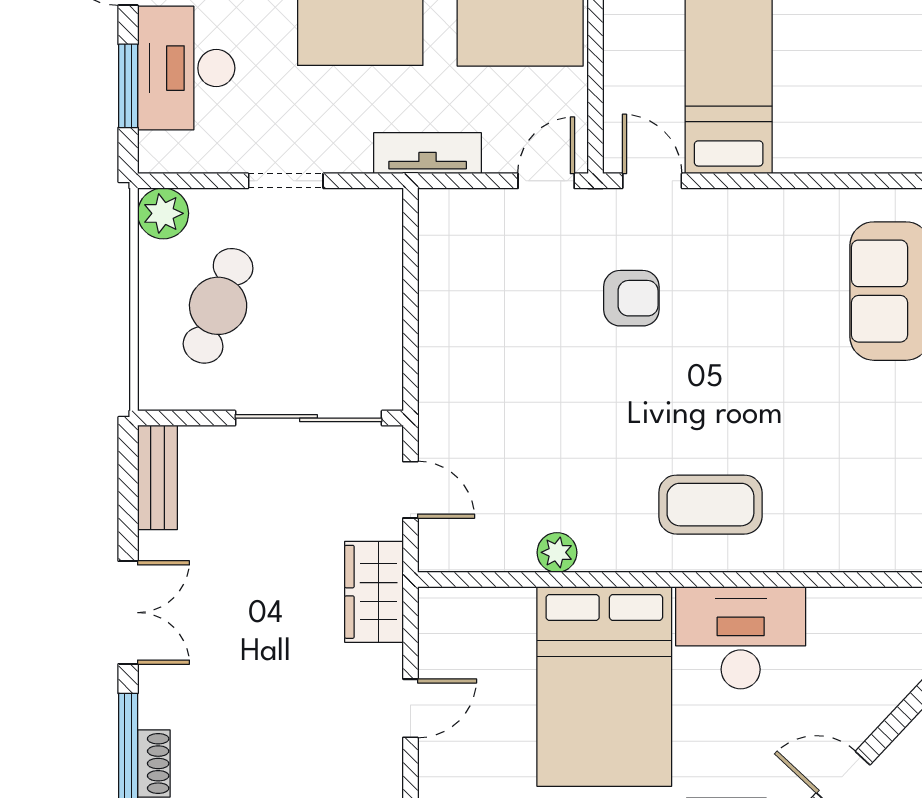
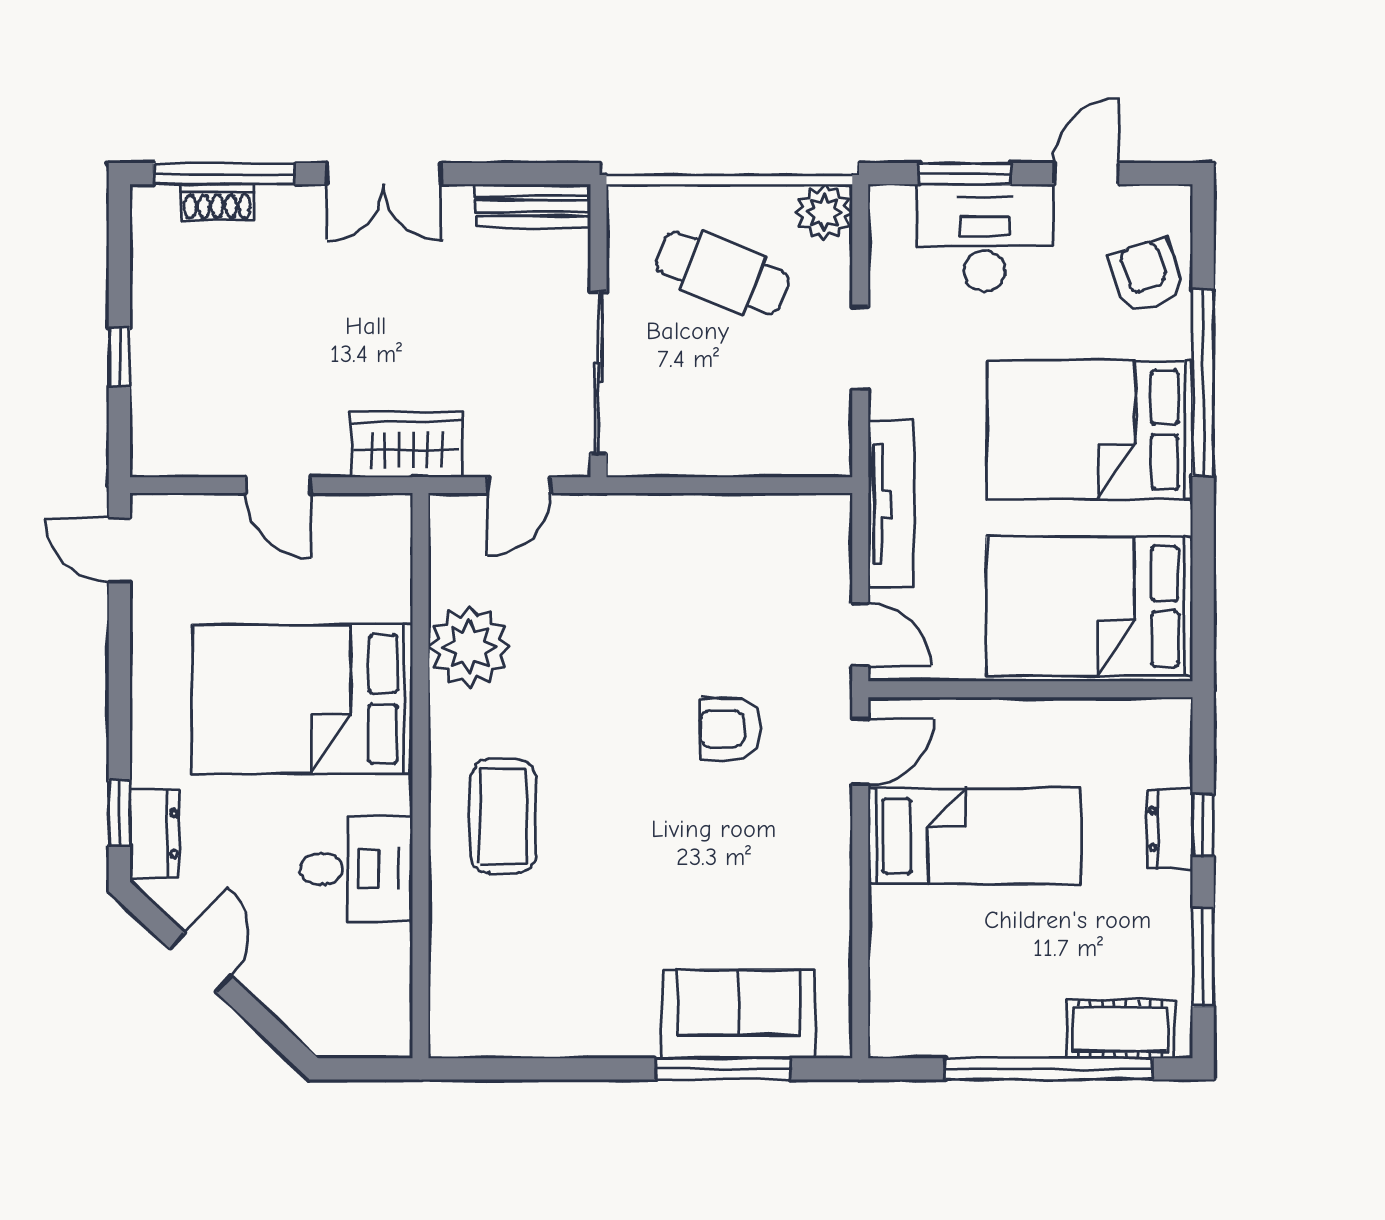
tv unit: (428, 153) -> (891, 504), width x1.41
armchair: (631, 298) -> (731, 729), turned 90
plant: (557, 552) -> (469, 647), width x1.87, depth x1.87
desk: (741, 638) -> (356, 869), width x0.73

